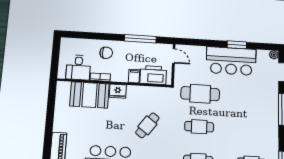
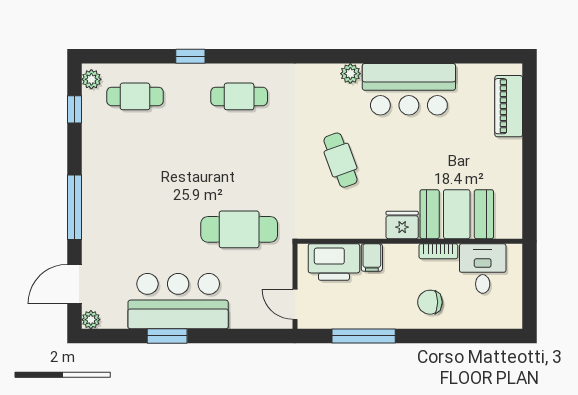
cafe table: (147, 125) -> (341, 160), turned -57
cafe table: (199, 127) -> (239, 163), removed

